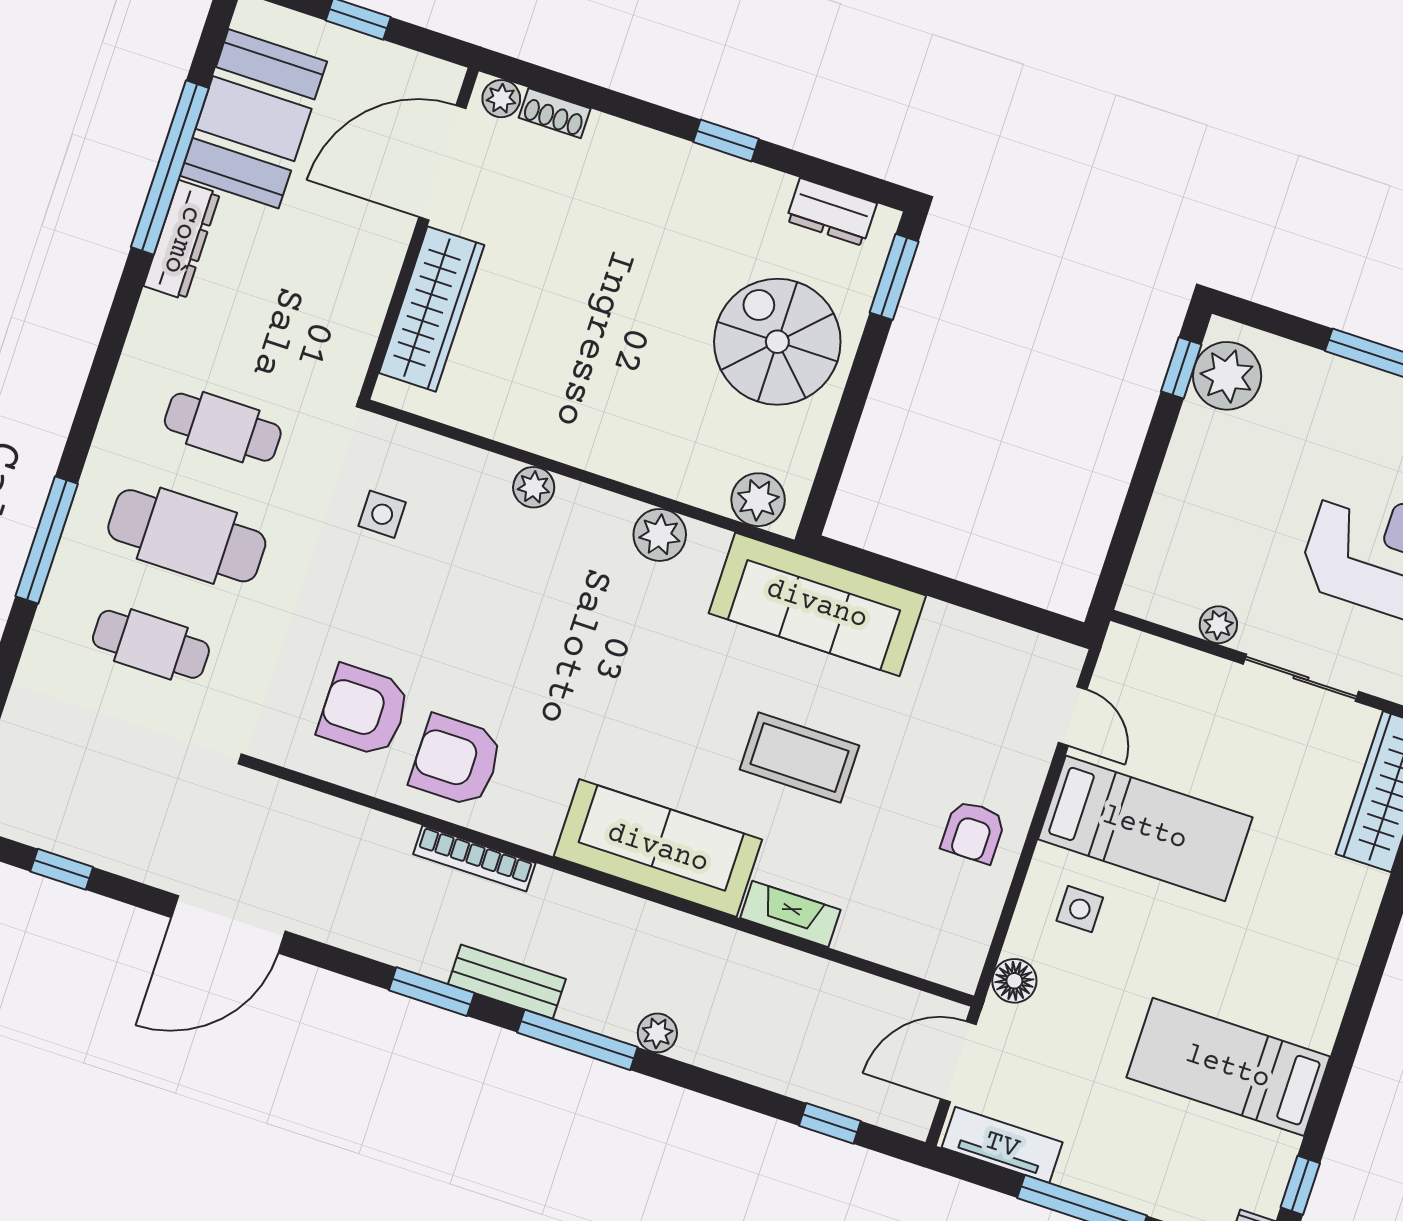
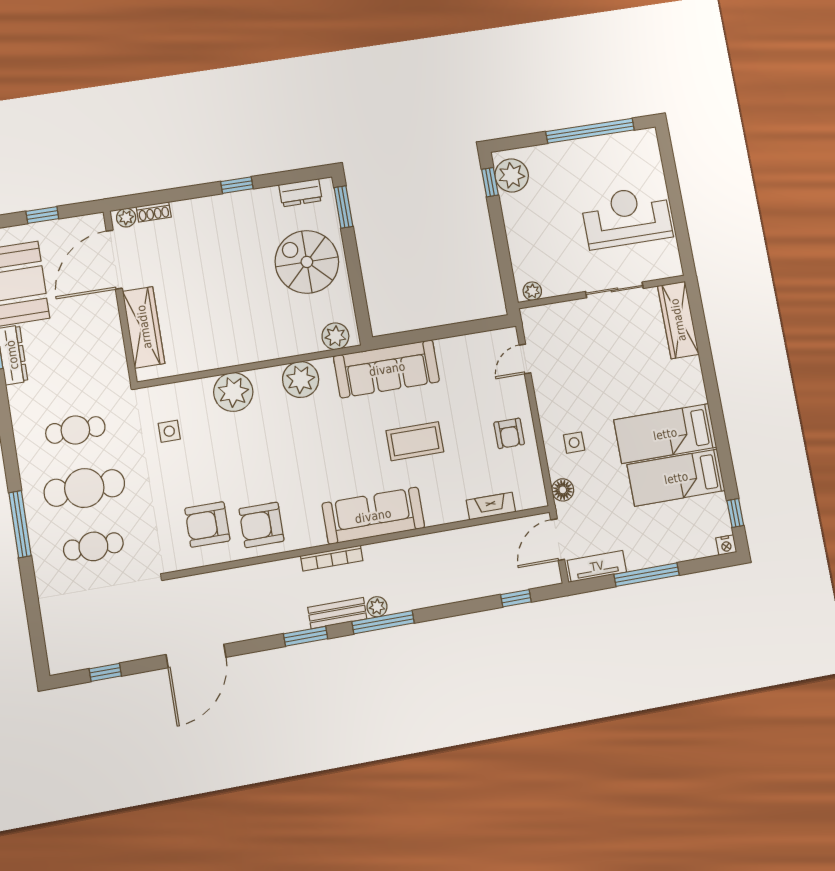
plant: (534, 487) -> (233, 392), width x1.88, depth x1.88
plant: (660, 535) -> (301, 380), width x1.36, depth x1.36
plant: (1218, 625) -> (532, 291), moved
door: (1073, 716) -> (525, 359), swing flipped
bed: (1145, 828) -> (665, 434), moved, turned 180
bookcase: (474, 859) -> (332, 558), moved
fireplace: (790, 914) -> (491, 506), moved
plant: (657, 1033) -> (377, 607), moved

